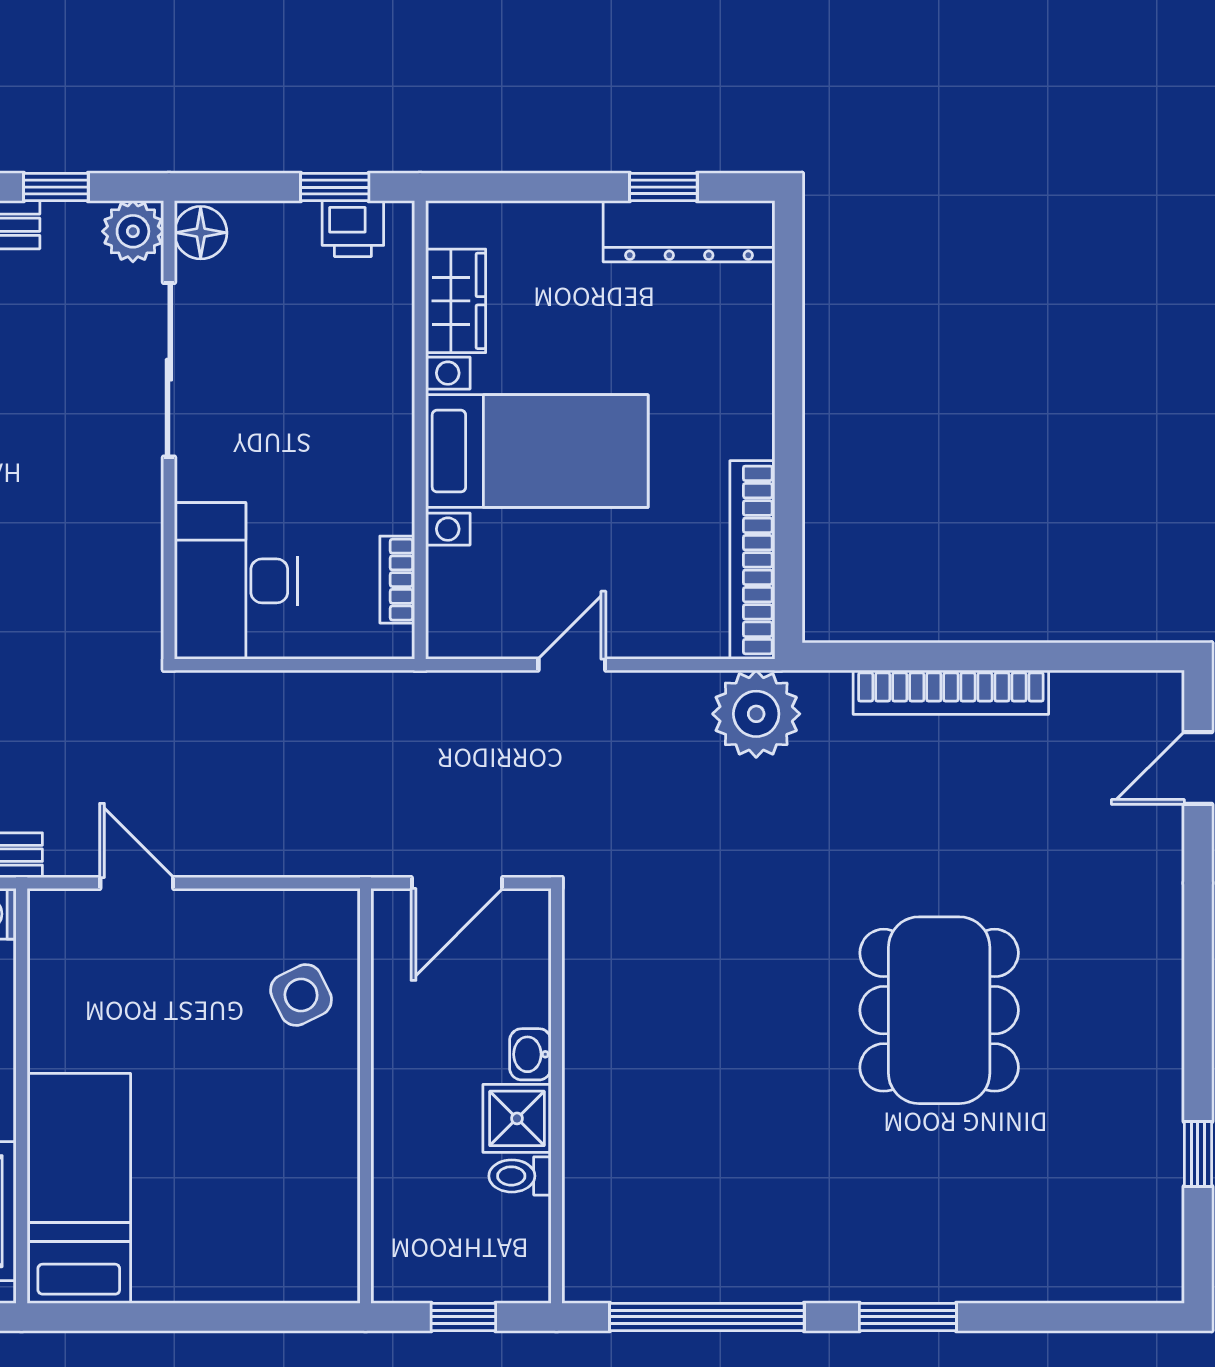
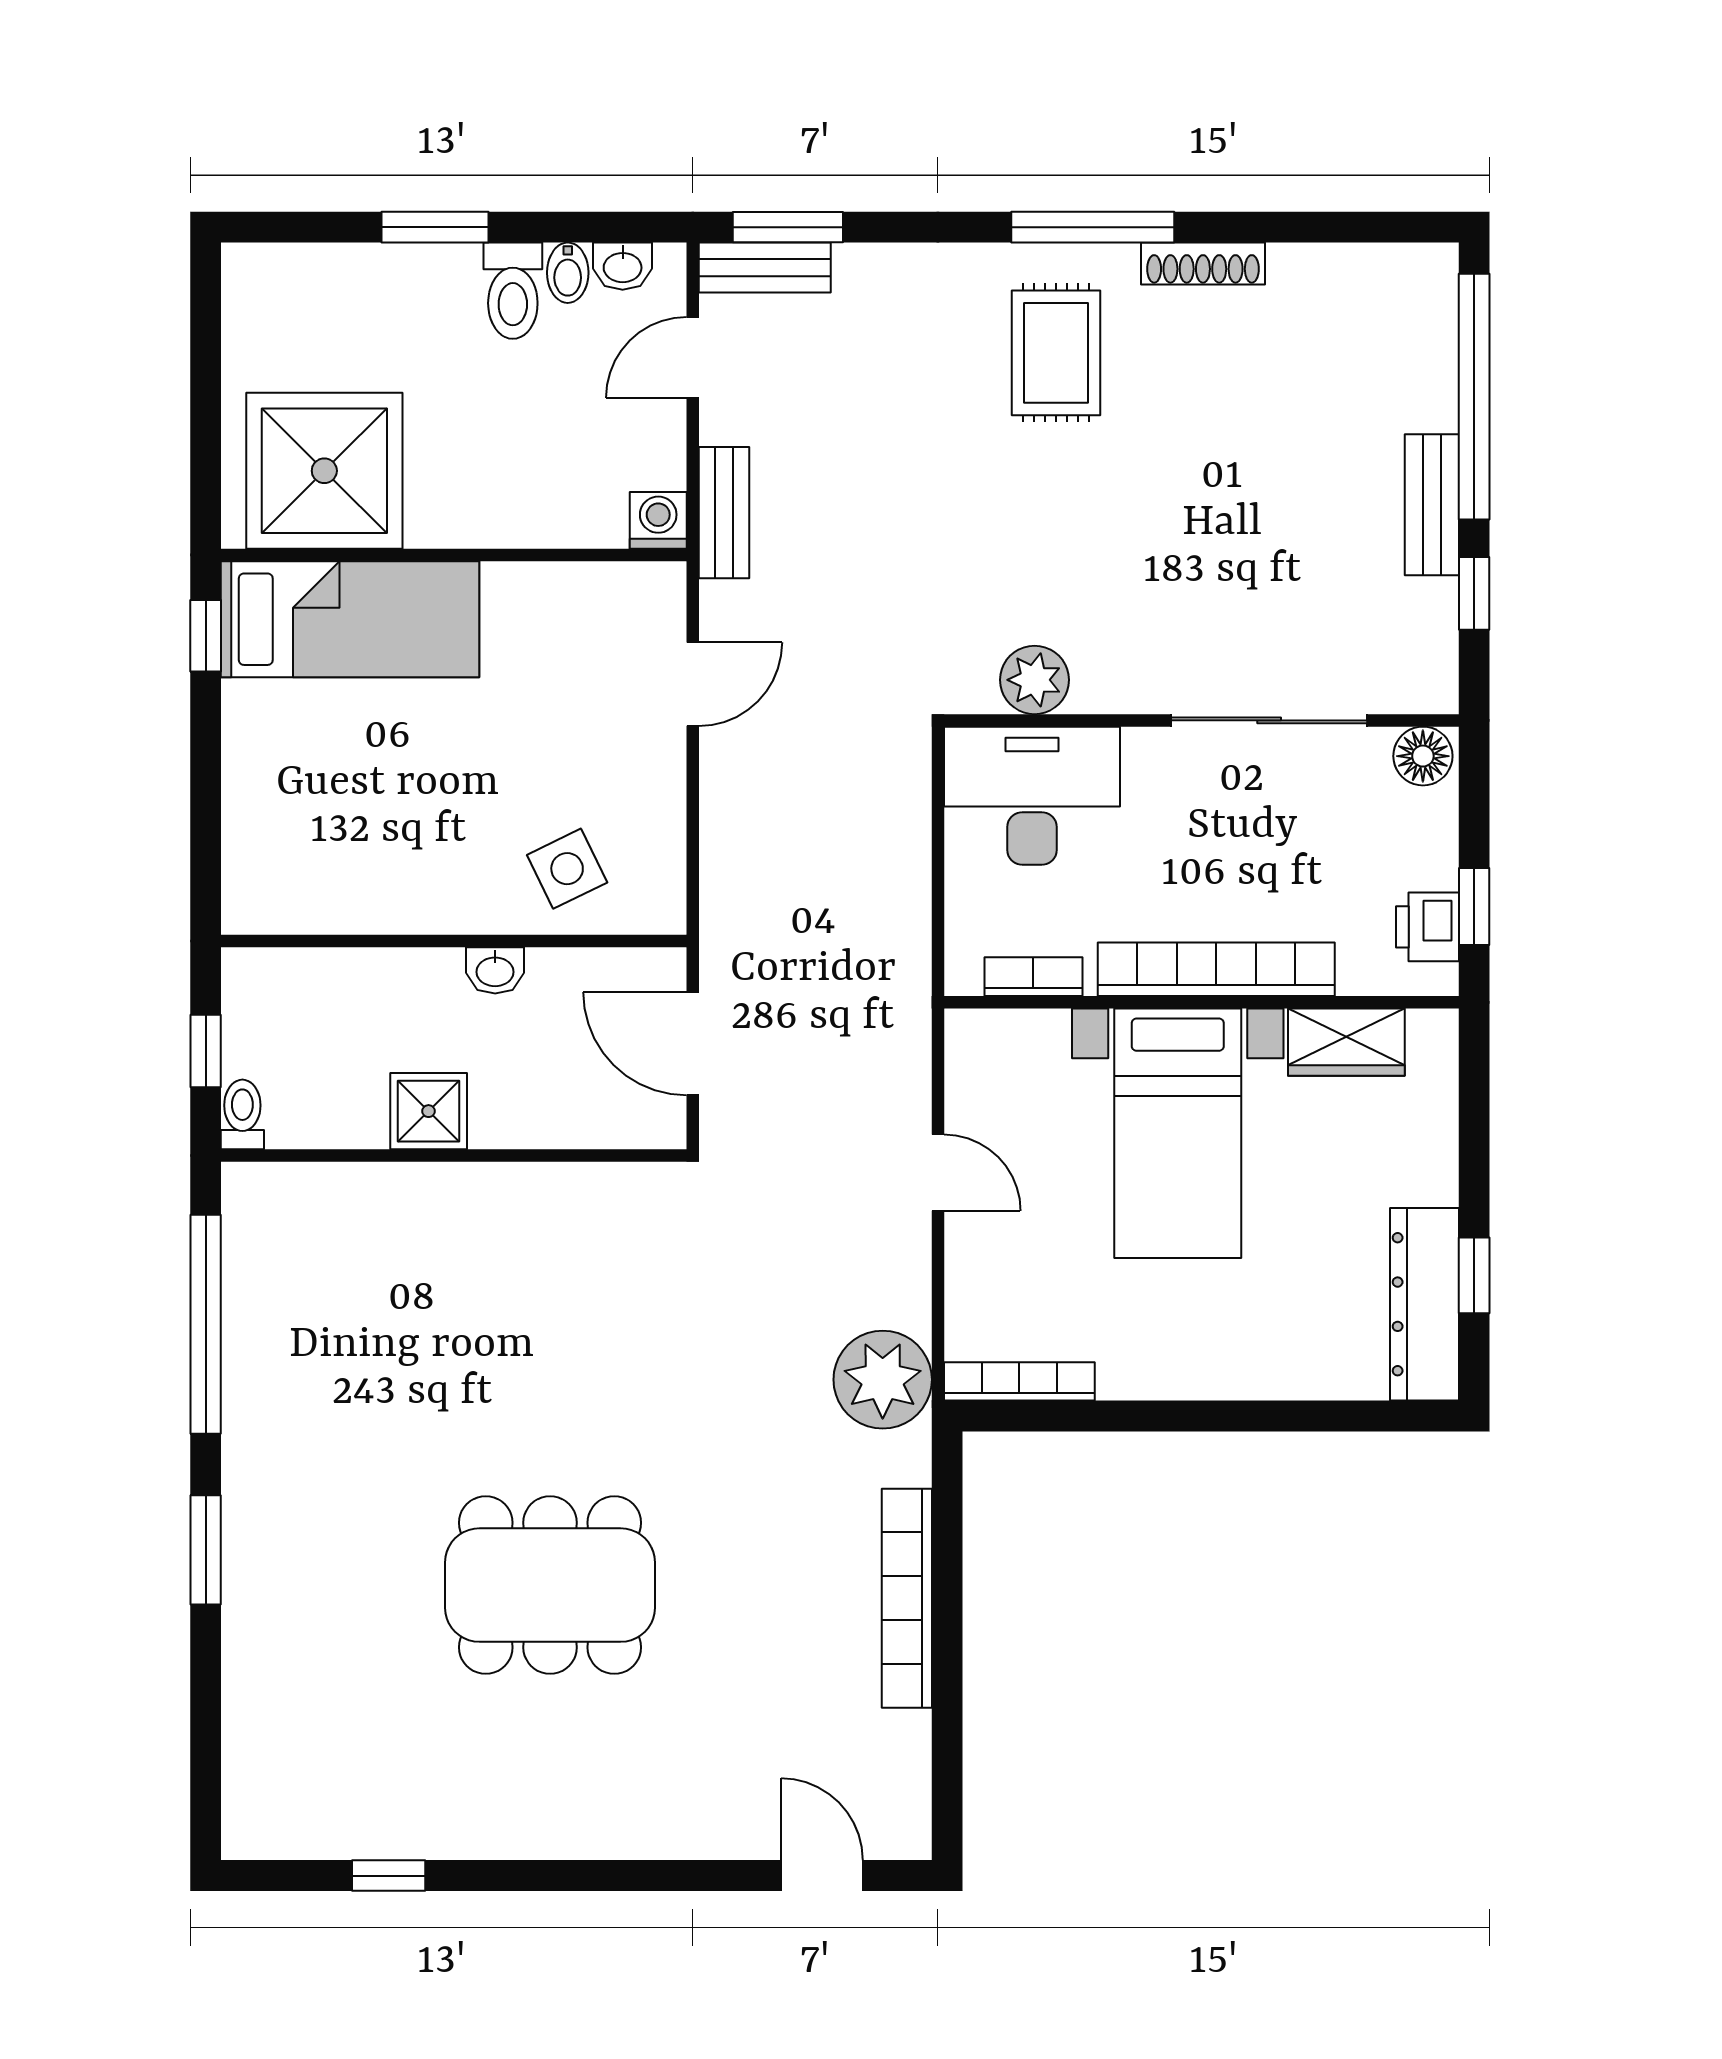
plant: (133, 231) -> (1034, 680), moved
bookcase: (391, 417) -> (1216, 969), added
bookcase: (752, 560) -> (1019, 1381), width x0.68, depth x0.76
washbasin: (530, 1054) -> (495, 970), moved, turned 180
toilet: (520, 1176) -> (242, 1114), moved
window: (93, 1317) -> (206, 636), added

